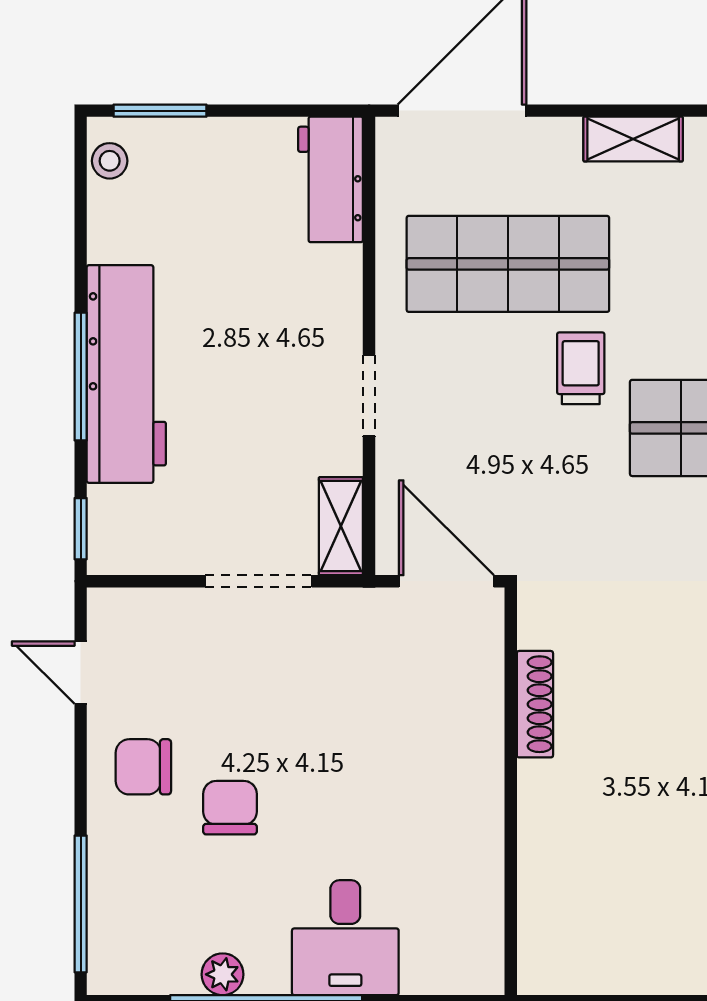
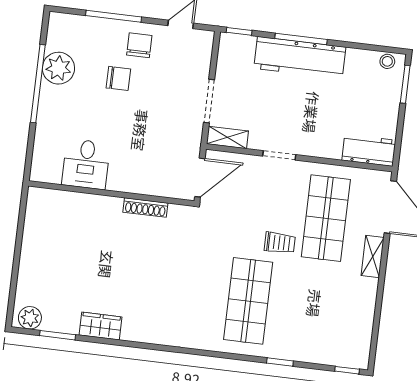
shelving: (633, 139) -> (373, 257), moved
window: (81, 904) -> (114, 16), moved
desk: (345, 938) -> (86, 164), moved, turned -90
plant: (223, 974) -> (58, 68), width x1.87, depth x1.87

